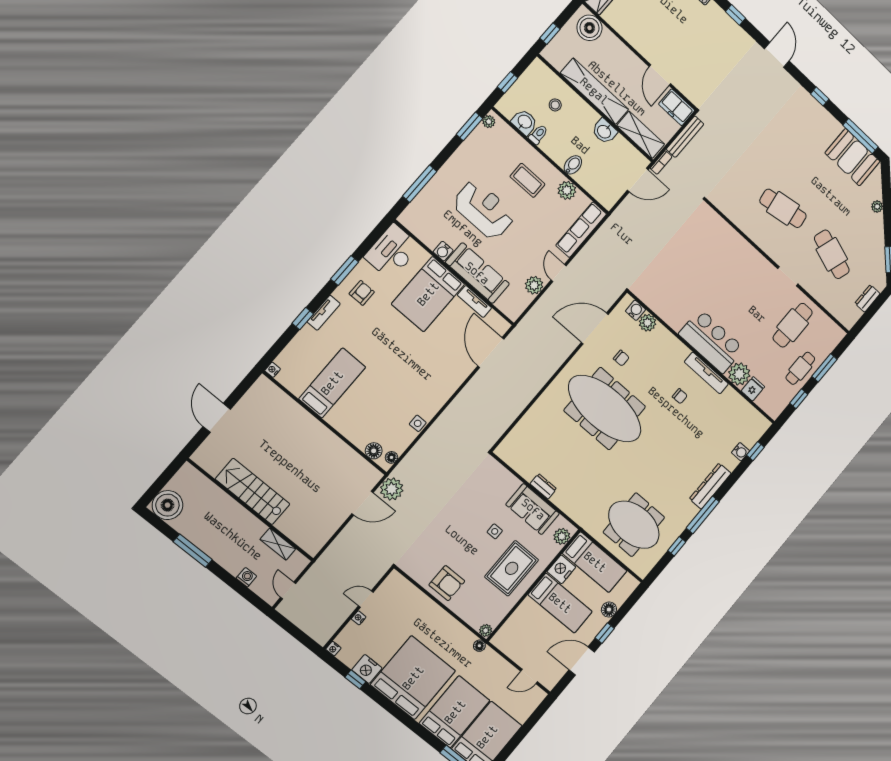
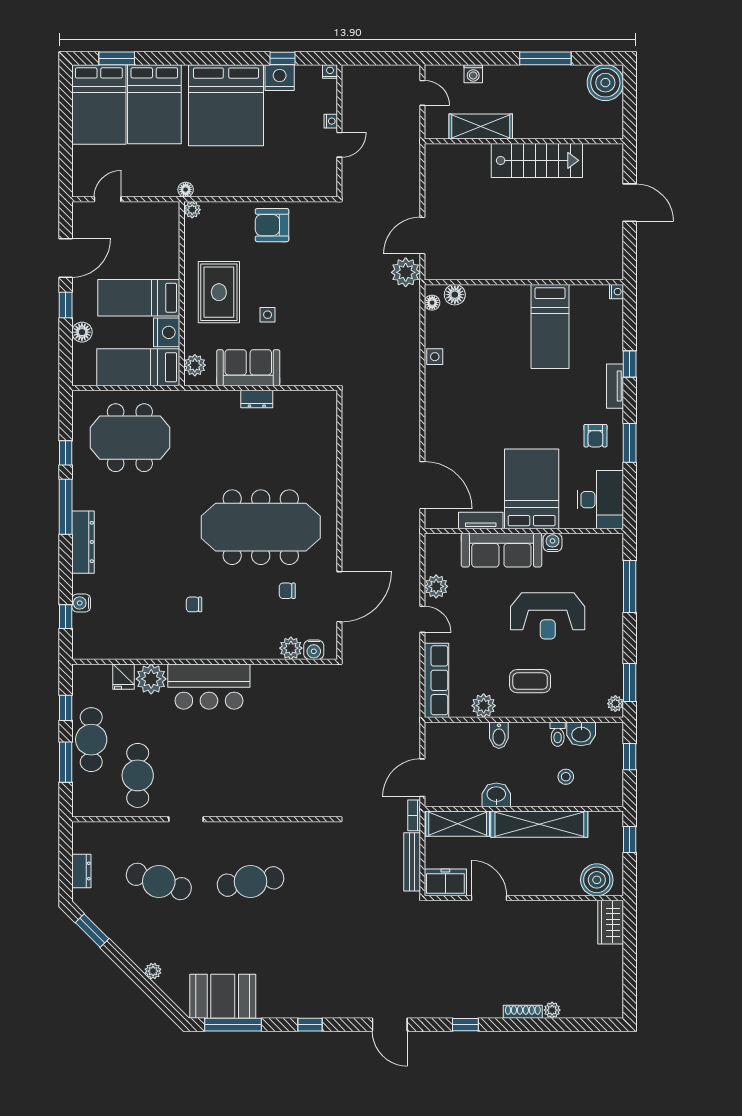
cafe table: (800, 368) -> (91, 740), width x1.37, depth x1.35
tv unit: (706, 373) -> (187, 651), removed
shelving: (278, 544) -> (481, 127), width x1.50, depth x1.33

